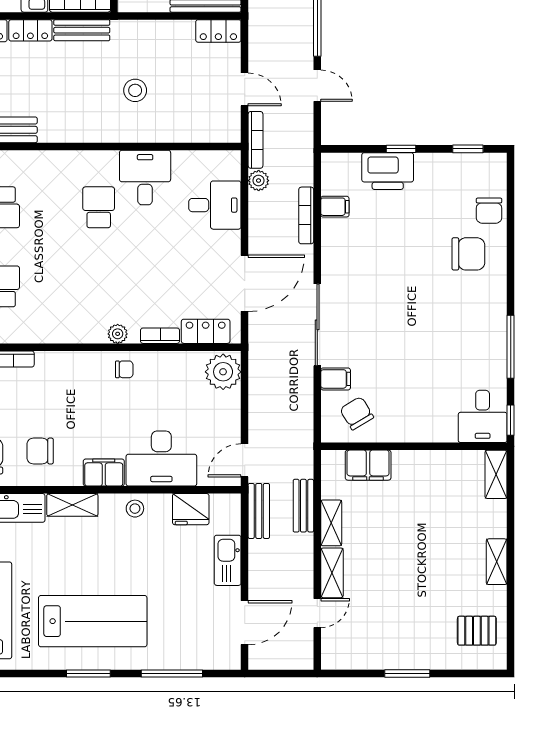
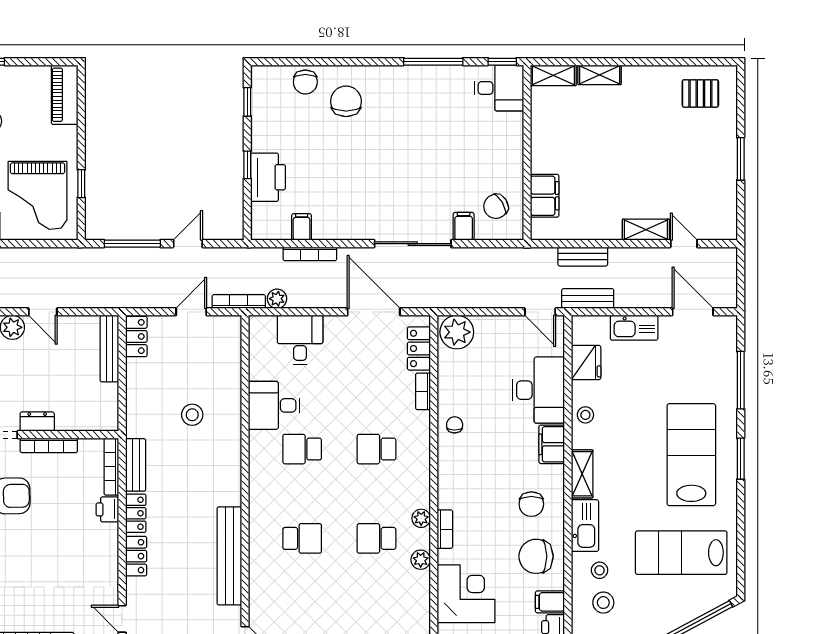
chair: (489, 211) -> (305, 82), turned 90
school desk: (99, 286) -> (376, 449), added
plant: (118, 334) -> (421, 518), moved
shelving: (331, 523) -> (599, 230), removed
shelving: (497, 562) -> (600, 75), moved
pallet: (477, 631) -> (700, 93), turned 90

